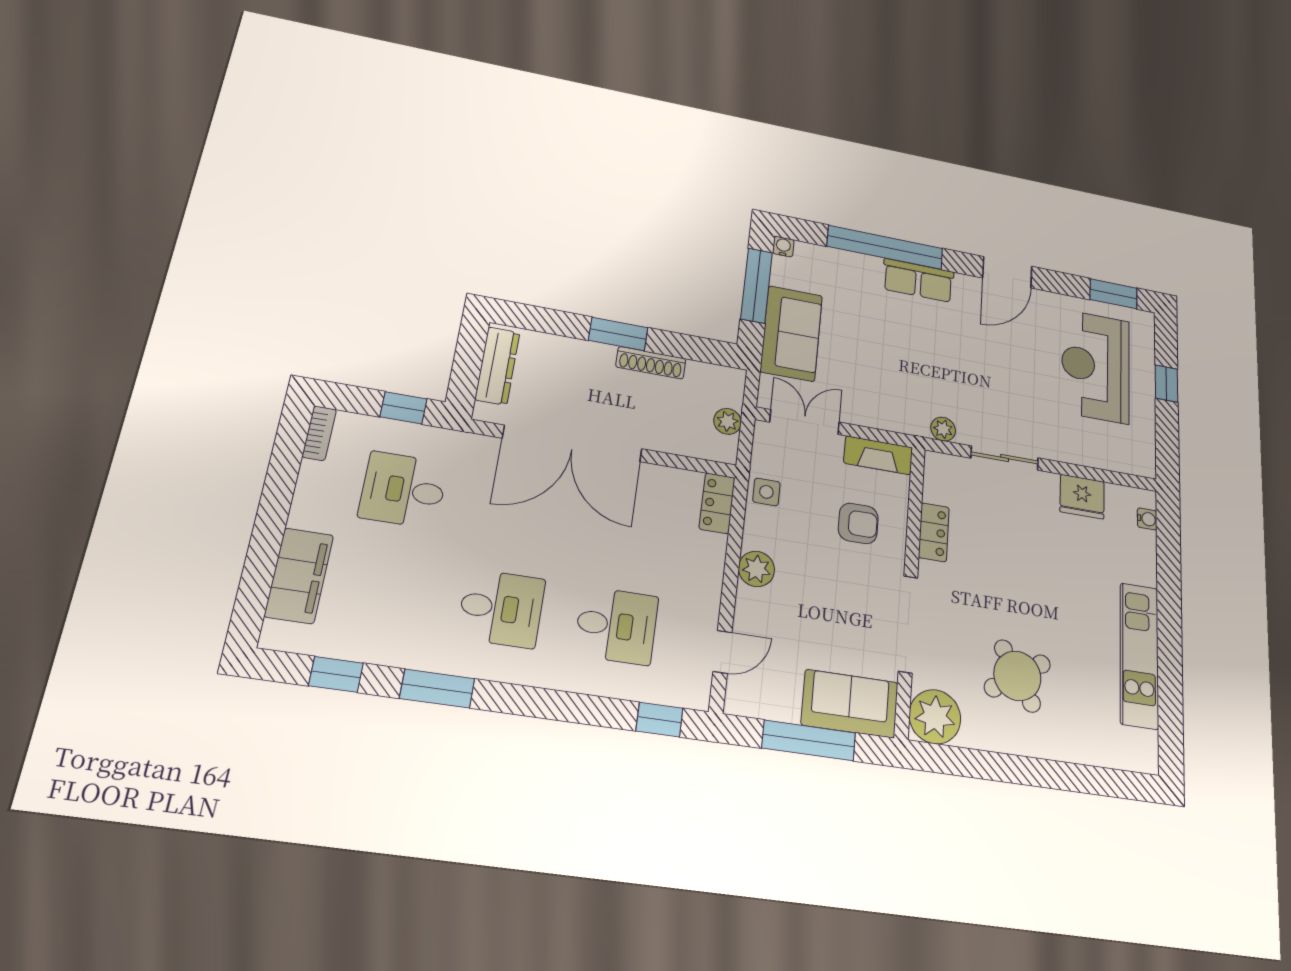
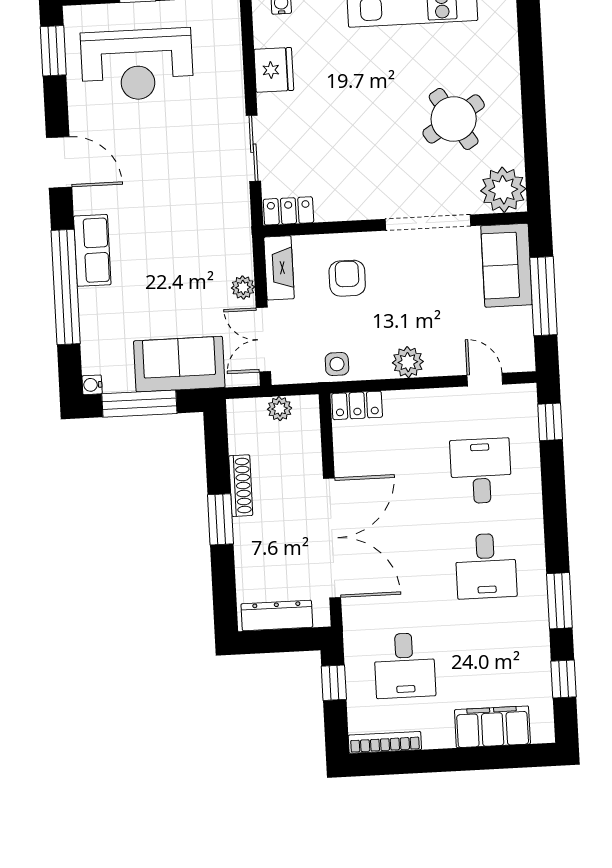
plant: (943, 429) -> (243, 287), moved
bookcase: (319, 433) -> (385, 742), width x1.56
locker: (934, 532) -> (288, 211), moved
desk: (501, 608) -> (486, 566), turned 180

